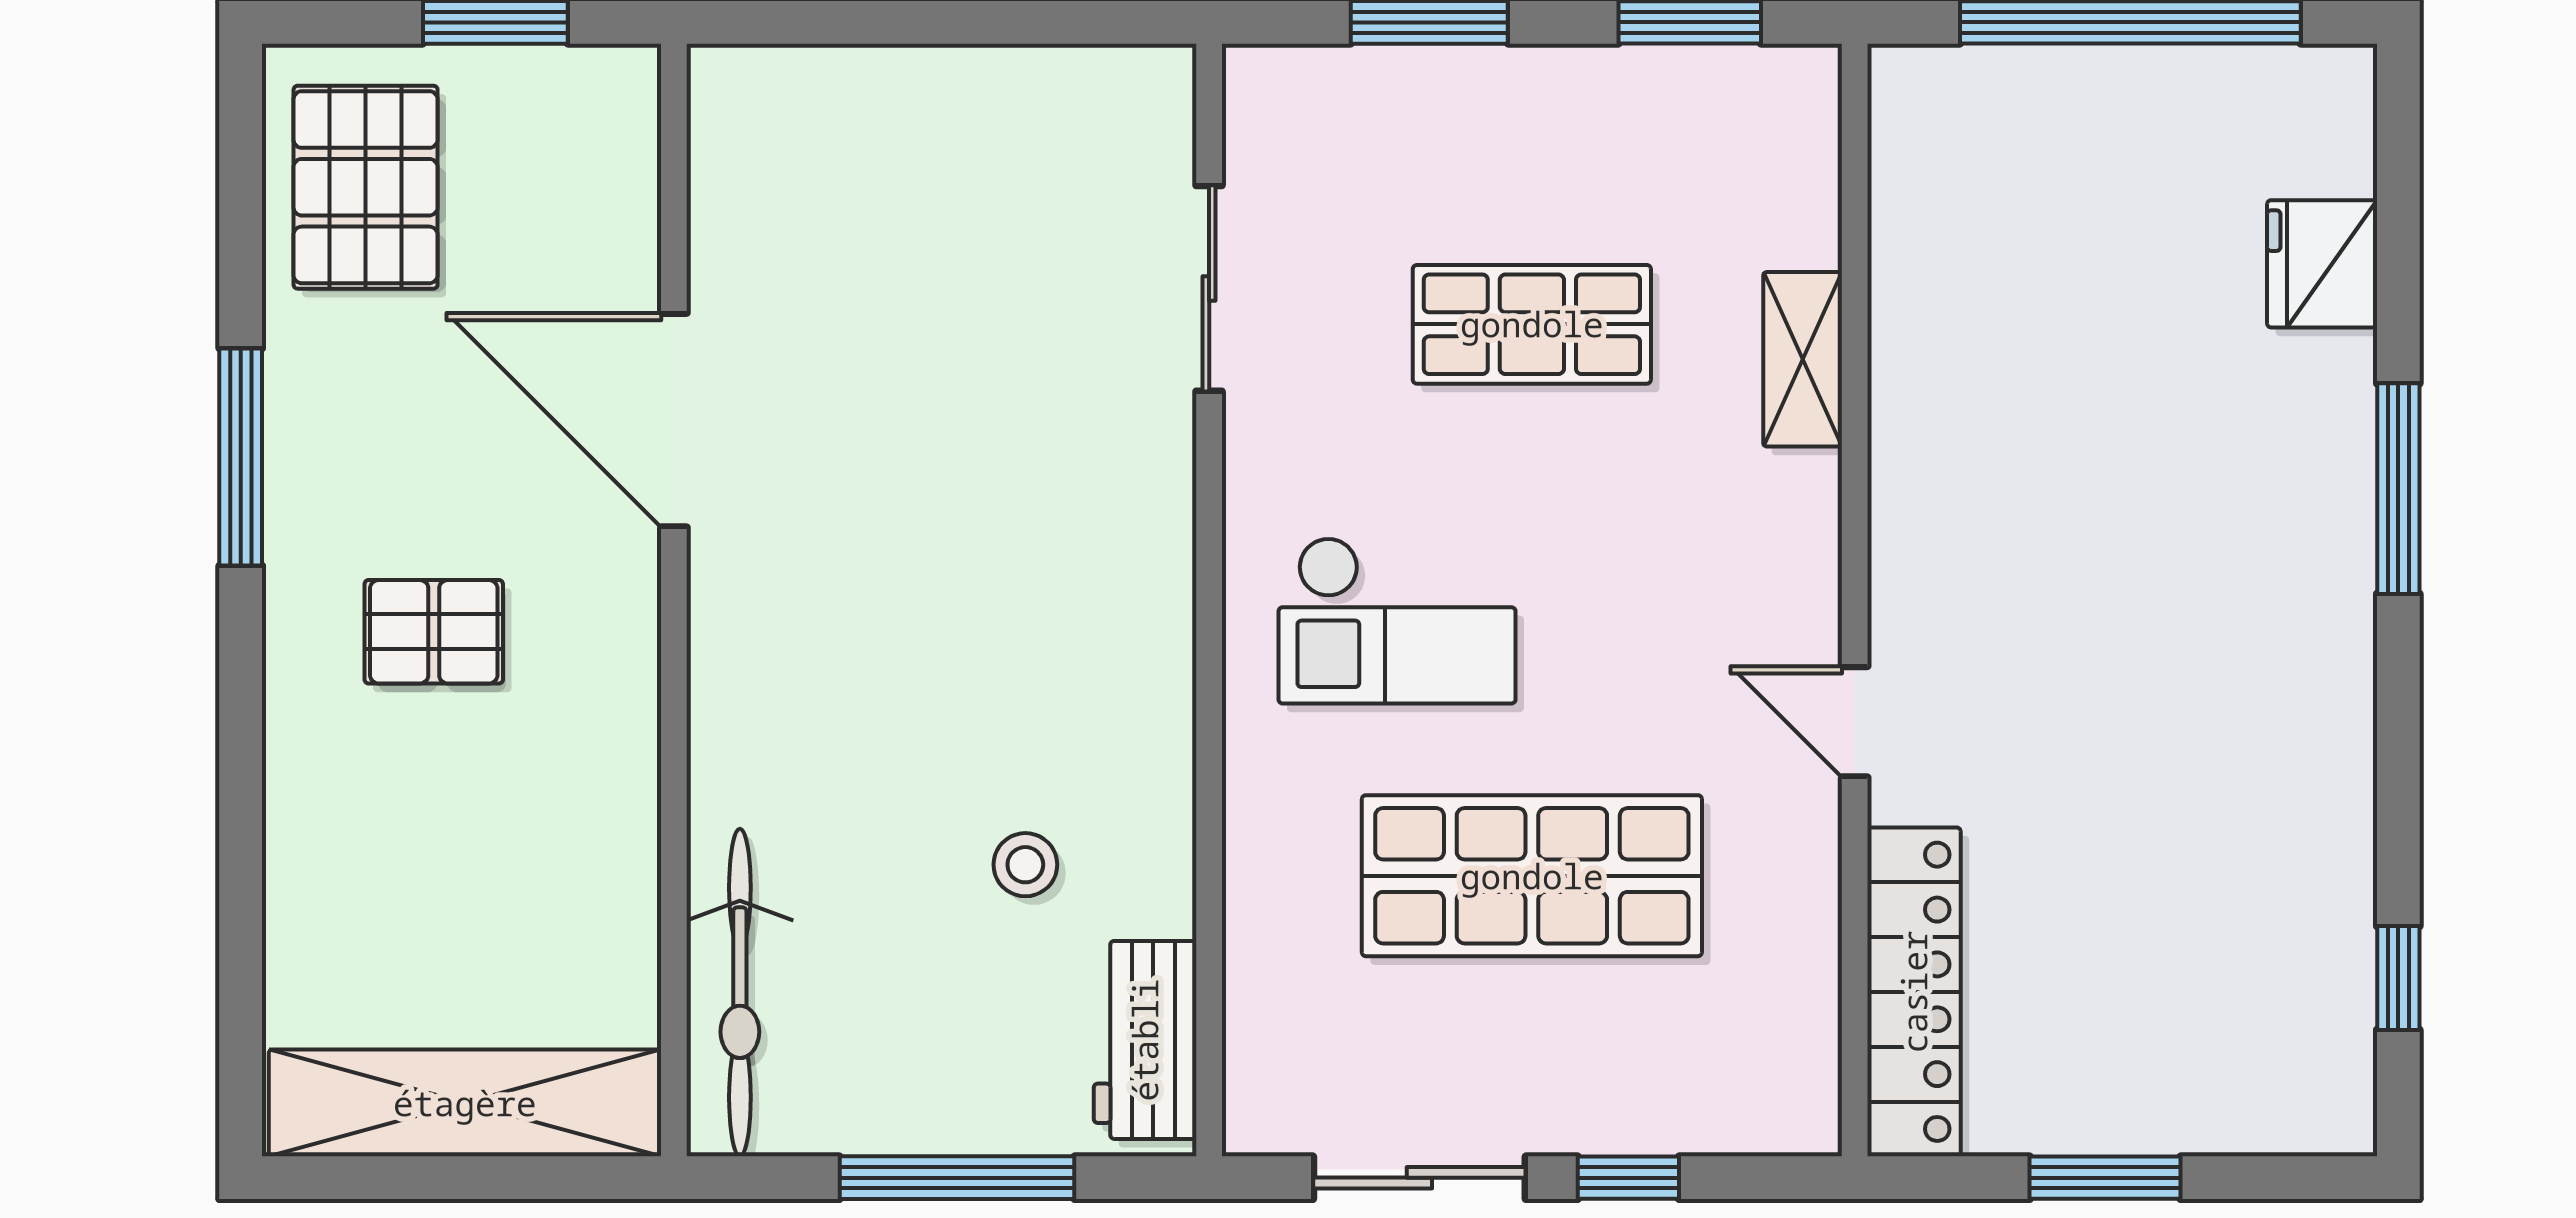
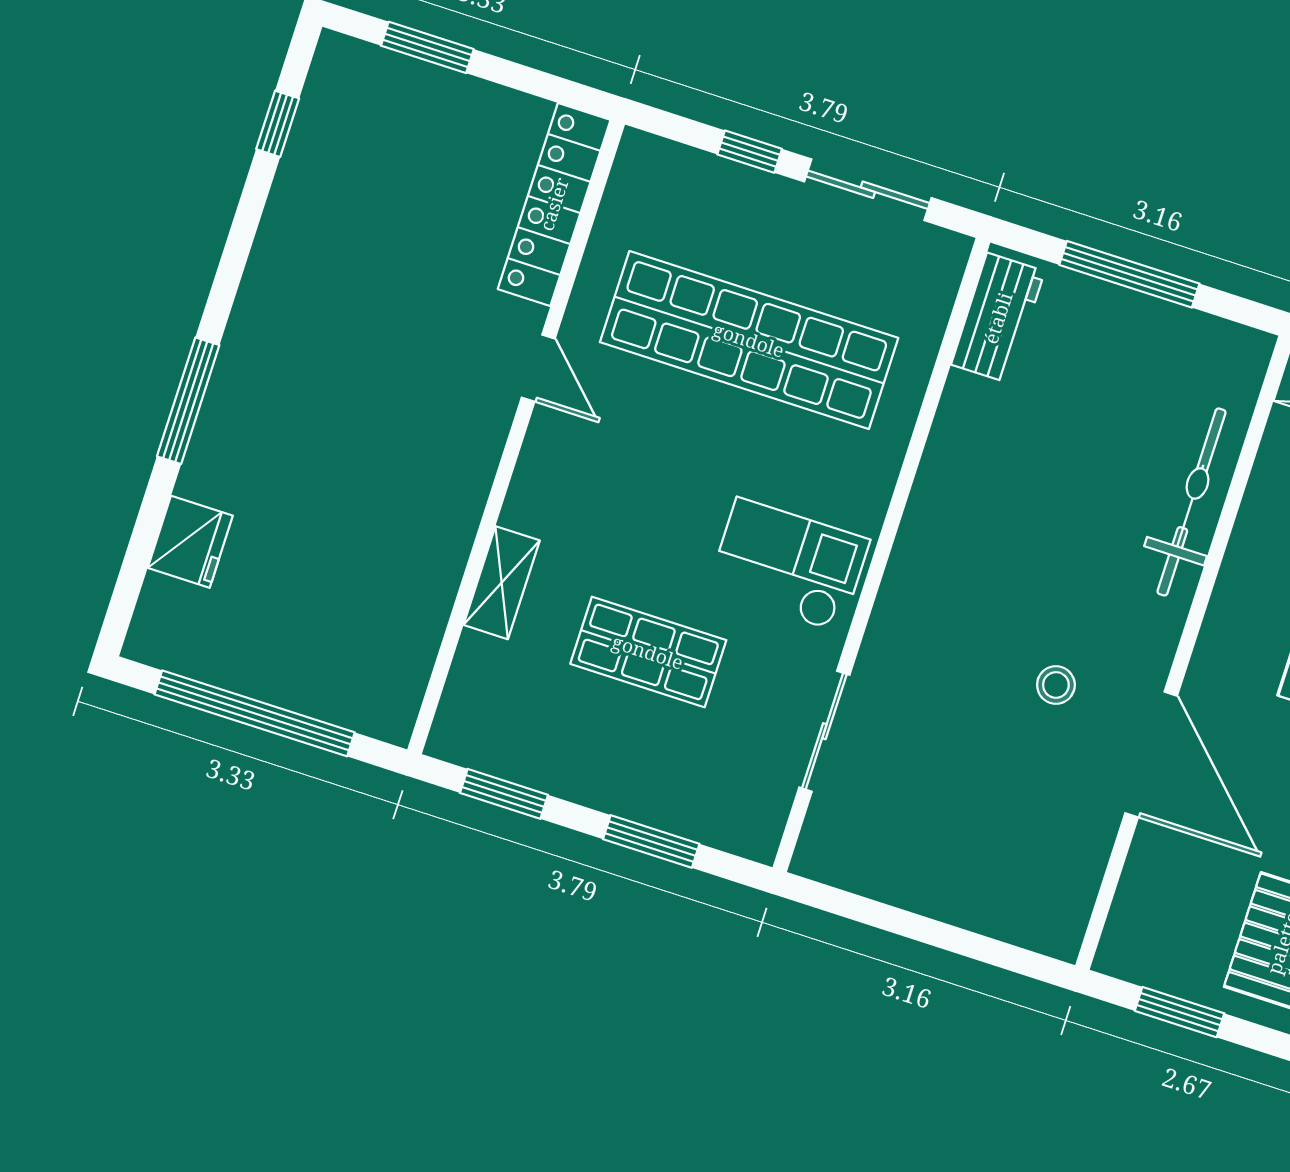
checkout: (1397, 620) -> (788, 565), moved
stool: (1025, 865) -> (1056, 685), moved
shop shelf: (1532, 876) -> (749, 340), width x1.40
bicycle: (740, 992) -> (1192, 502), moved
window: (2105, 1178) -> (427, 47), moved

